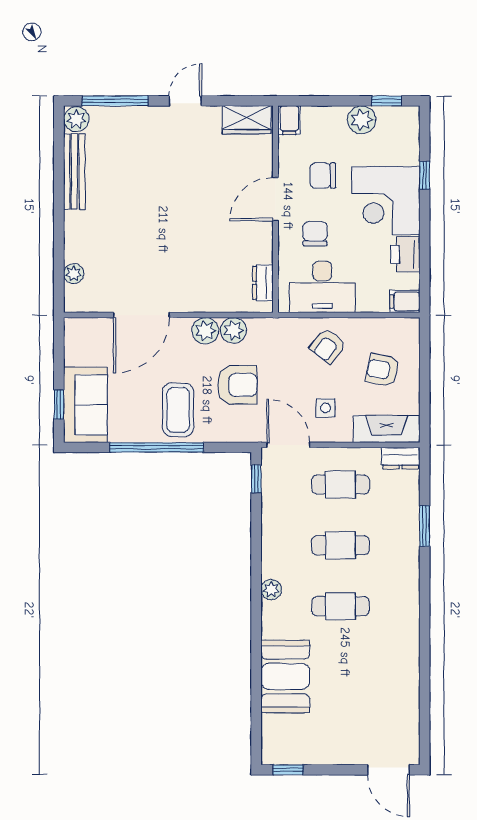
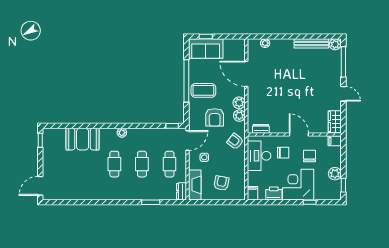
armchair: (328, 346) -> (235, 141), moved

